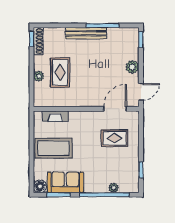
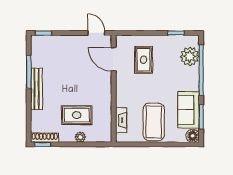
plant: (132, 67) -> (71, 42), removed
plant: (114, 188) -> (190, 56), width x1.87, depth x1.87

